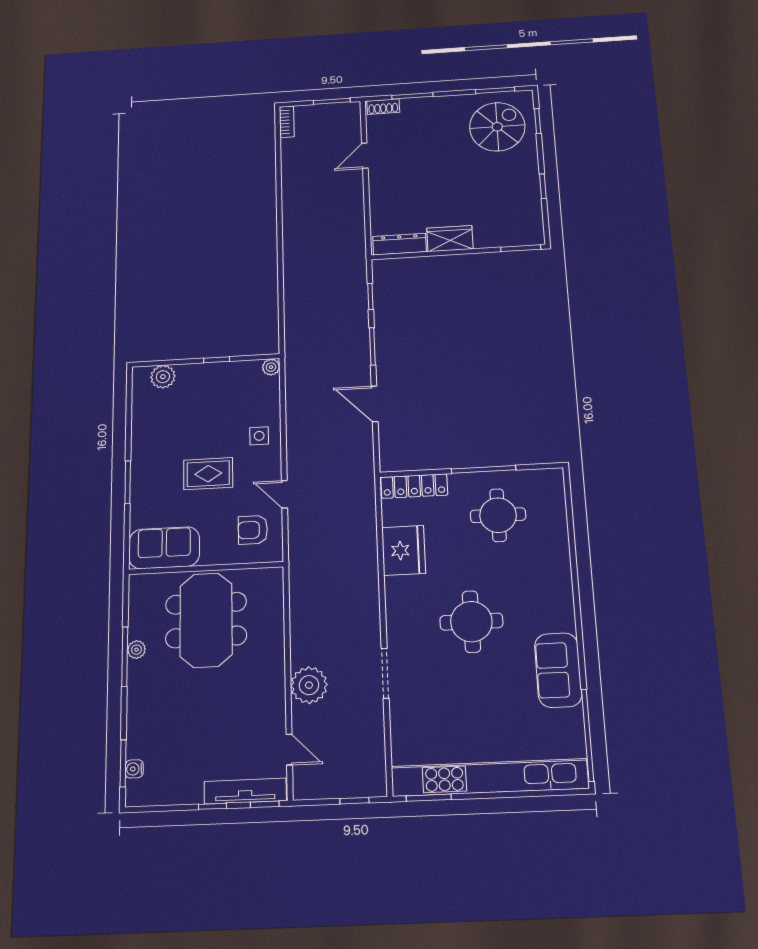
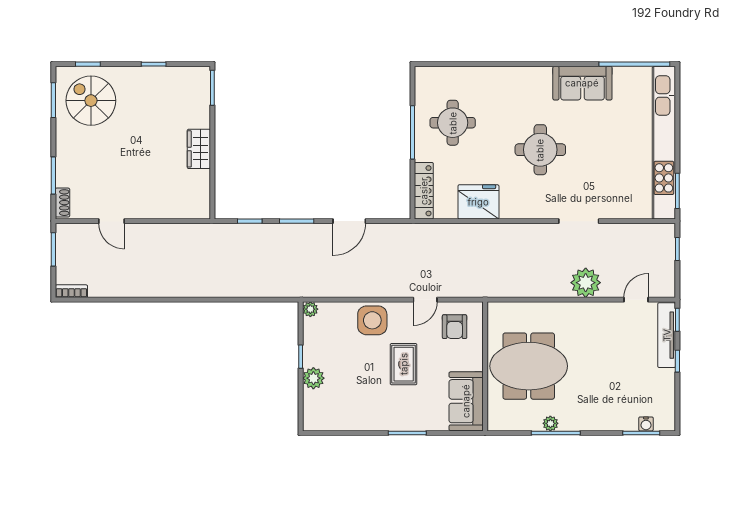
dresser: (400, 244) -> (201, 193), removed
plant: (163, 377) -> (313, 378), moved
side table: (259, 436) -> (372, 320), width x1.87, depth x1.87

